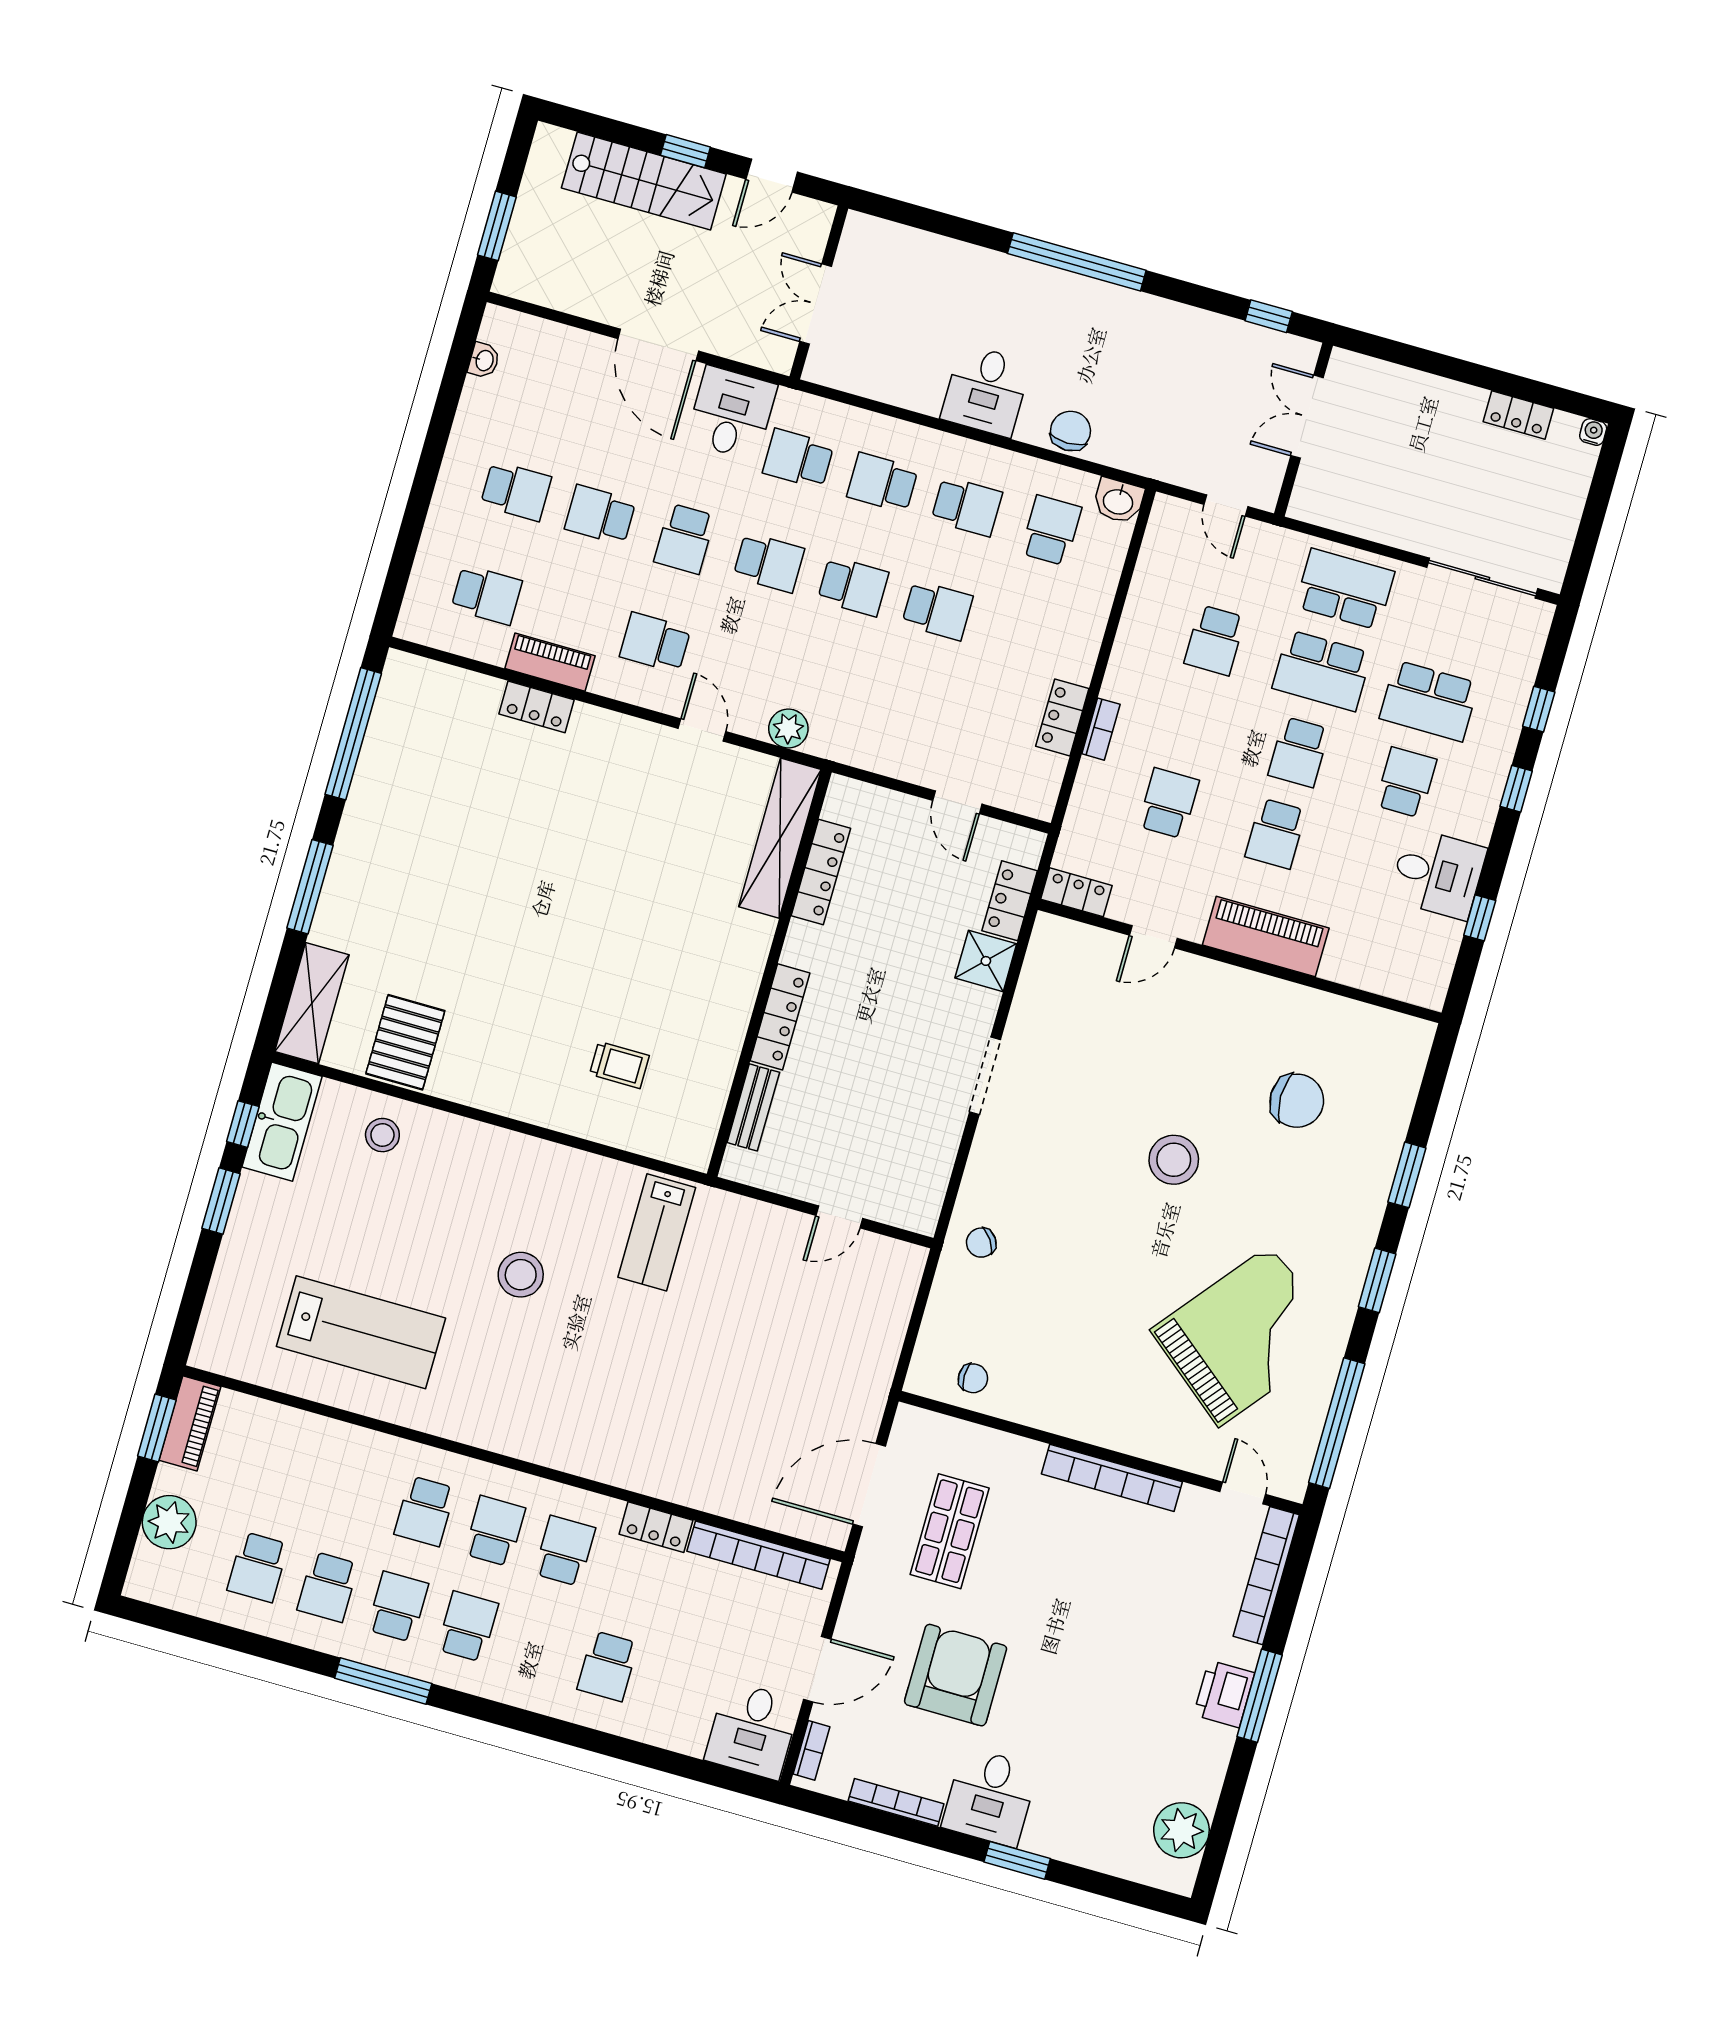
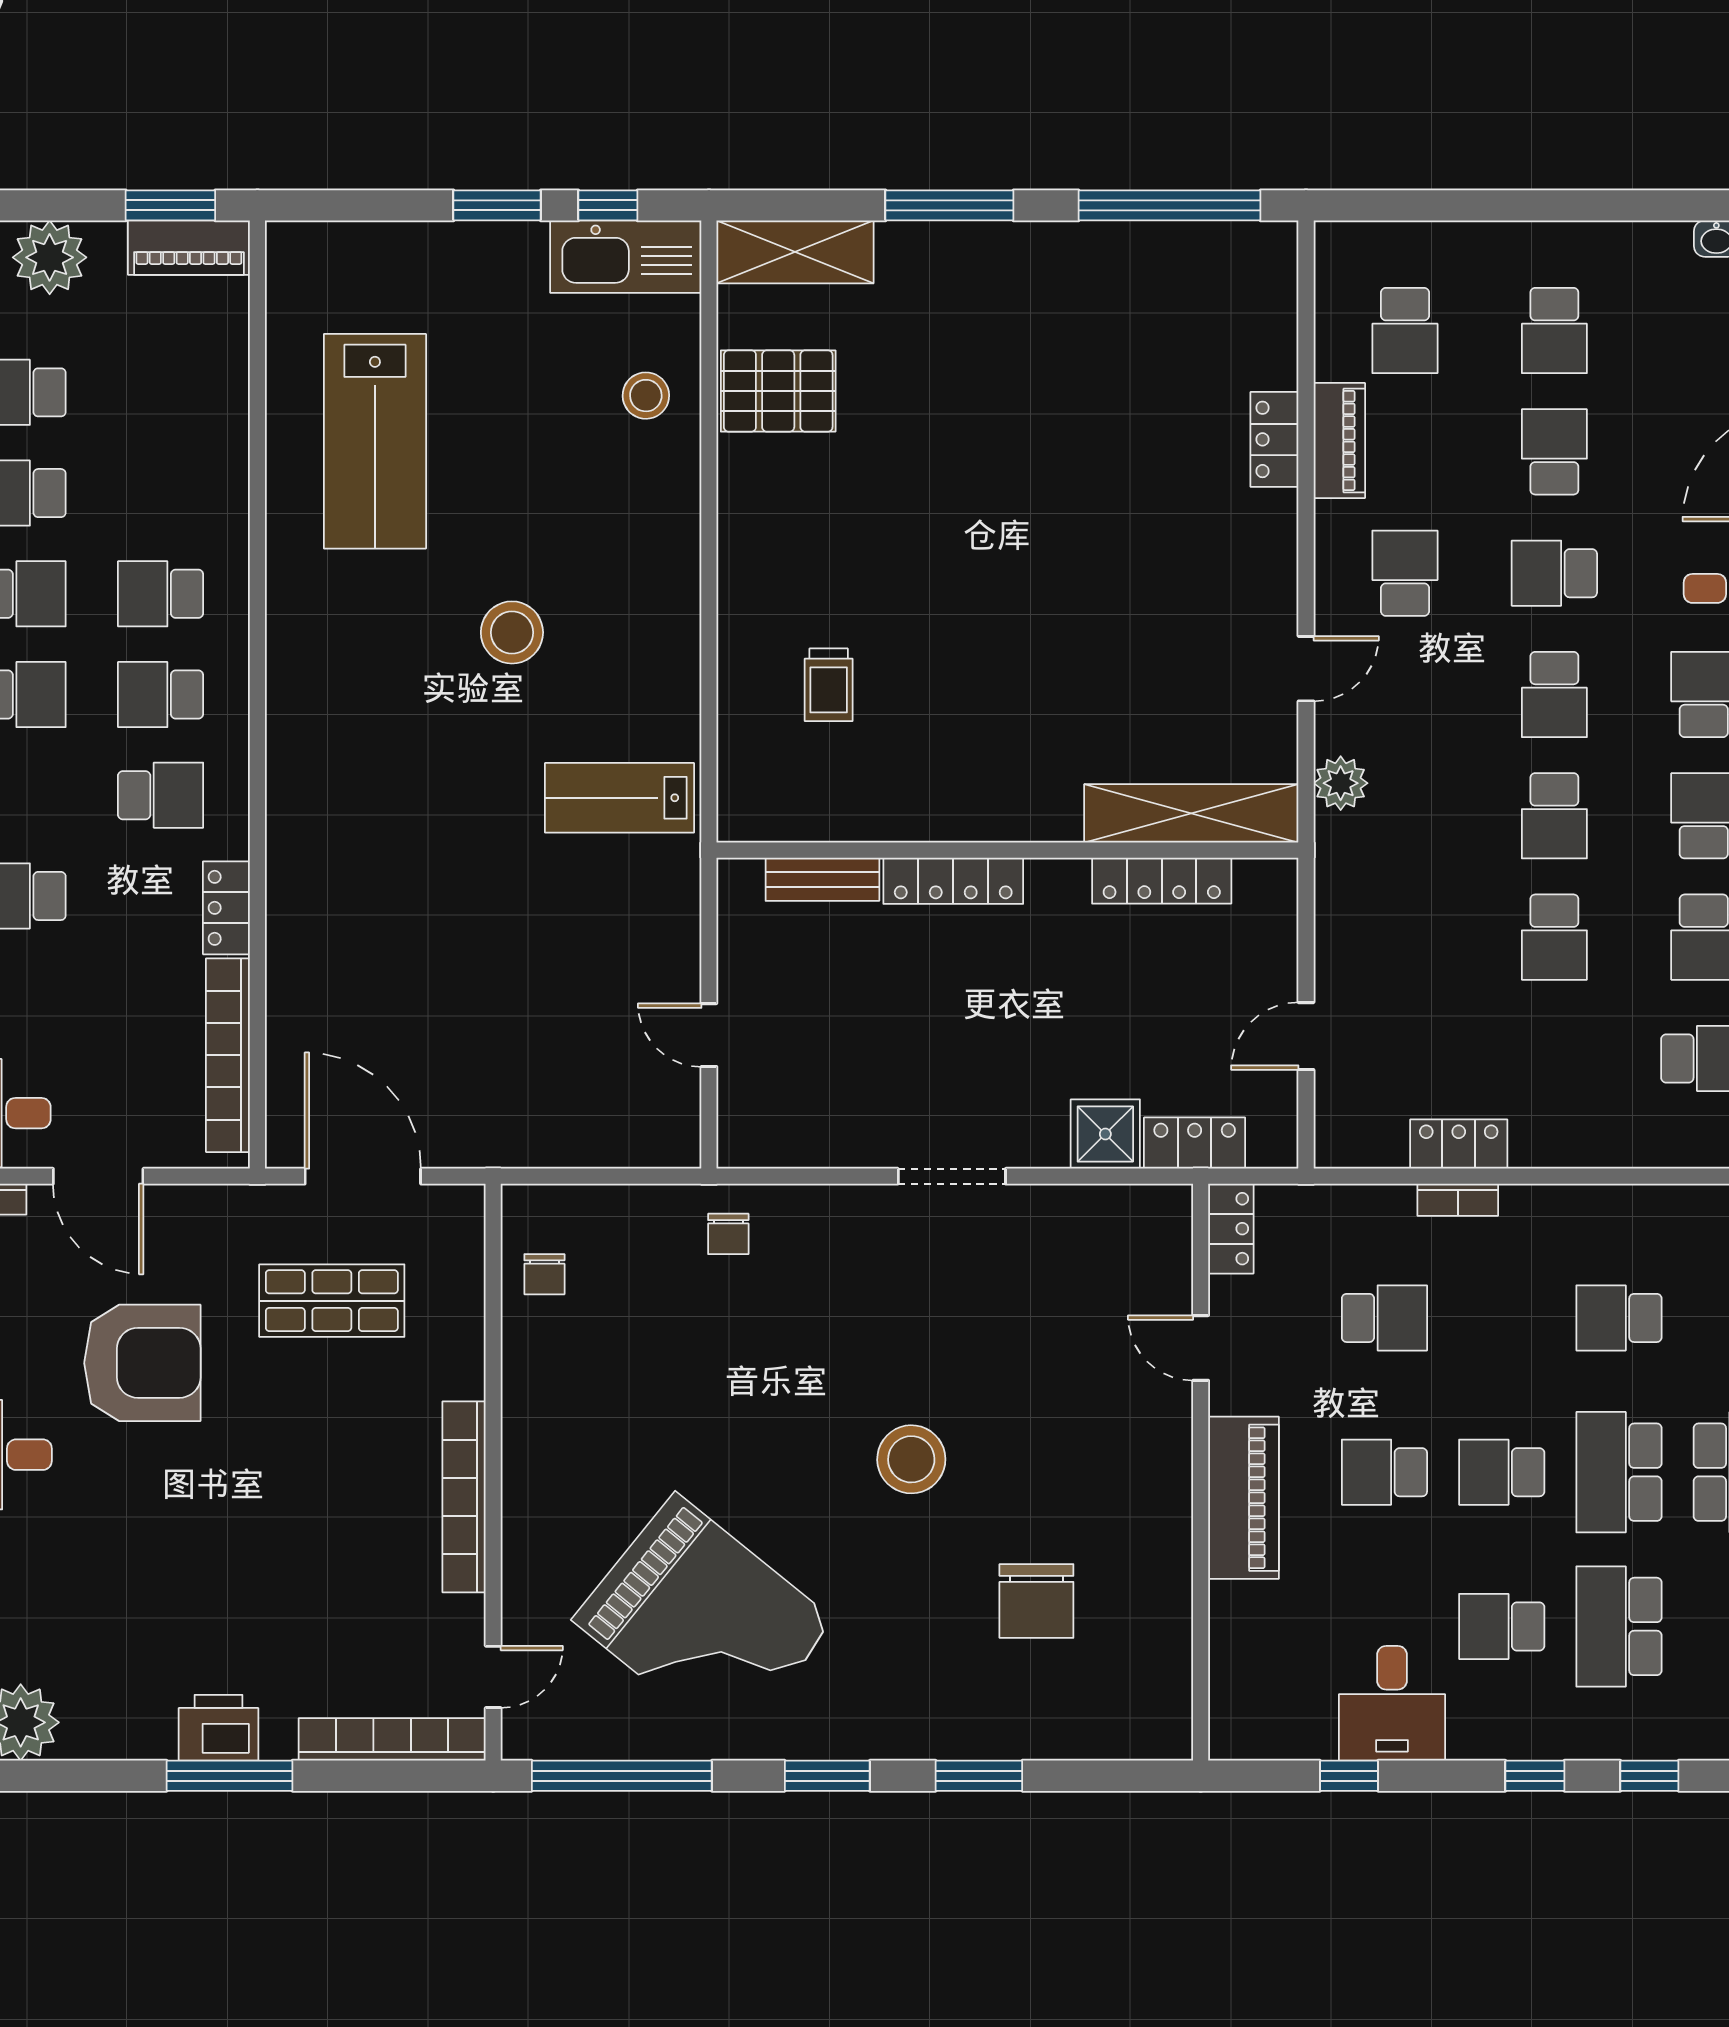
school desk: (1406, 782) -> (1502, 1626), turned 180
chair: (981, 1243) -> (728, 1234), turned -146
school desk: (495, 1531) -> (161, 695), turned 180

